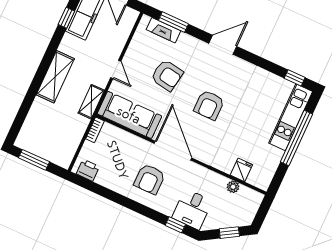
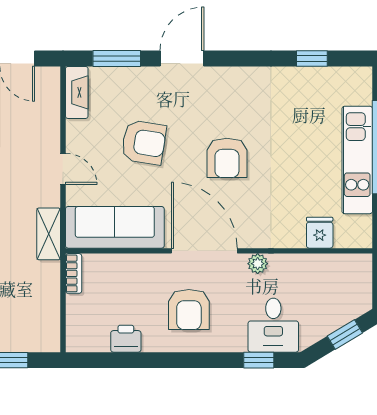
fireplace: (164, 30) -> (77, 92), moved, turned -90
door: (223, 45) -> (182, 58), moved
window: (295, 78) -> (312, 58), moved
kitchen unit: (291, 117) -> (357, 160), moved
printer: (88, 170) -> (126, 339), moved
plant: (233, 187) -> (258, 264), moved

